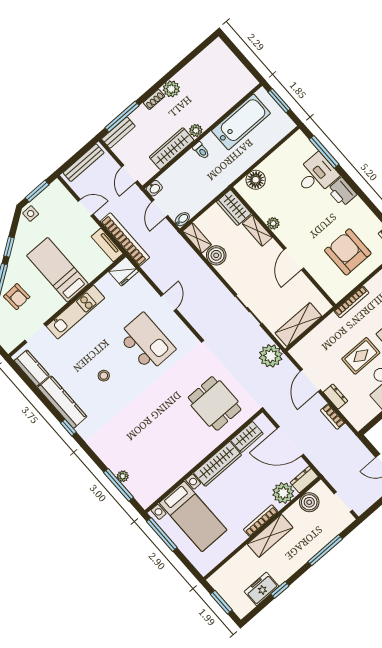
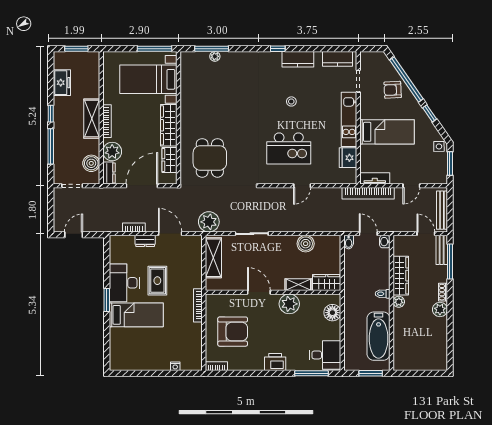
door: (129, 174) -> (426, 234), moved
desk: (316, 175) -> (325, 355), moved, turned -90
plant: (273, 223) -> (289, 304), width x1.87, depth x1.87
shelving: (197, 238) -> (328, 241), removed
fridge: (124, 271) -> (348, 158), moved
door: (169, 302) -> (302, 186), hinge flipped
kitchen counter: (62, 402) -> (298, 59), width x0.67
dining table: (215, 403) -> (210, 158), turned 90
window: (280, 590) -> (51, 114), moved

